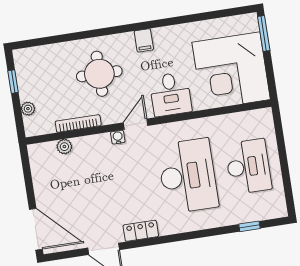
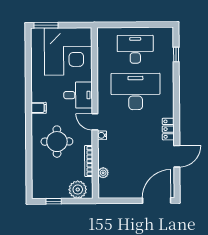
plant: (28, 109) -> (78, 190), width x1.88, depth x1.88

